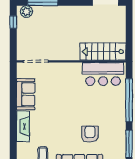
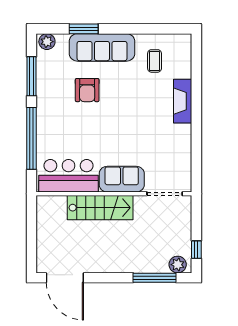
stairs: (103, 52) -> (100, 208), moved
sofa: (26, 94) -> (122, 179), moved, turned 90

